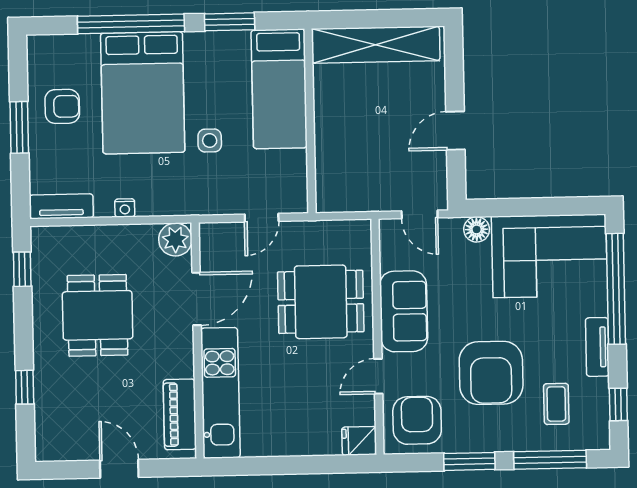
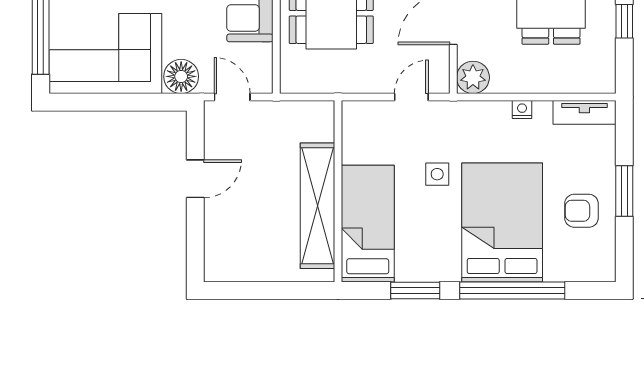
shelving: (376, 45) -> (318, 206), moved, turned 90
door: (262, 218) -> (411, 97), moved
floor lamp: (477, 229) -> (181, 76), width x1.38, depth x1.38
window: (22, 269) -> (624, 21), moved

